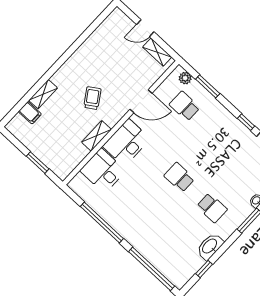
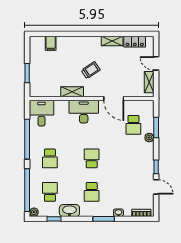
locker: (105, 29) -> (135, 42), added
plant: (185, 78) -> (149, 138), moved
shelving: (43, 94) -> (112, 41), moved
school desk: (185, 106) -> (133, 125), turned 180
desk: (103, 171) -> (41, 113), moved
school desk: (141, 218) -> (50, 158), added
school desk: (174, 248) -> (50, 192), added
plant: (179, 282) -> (34, 212), added

